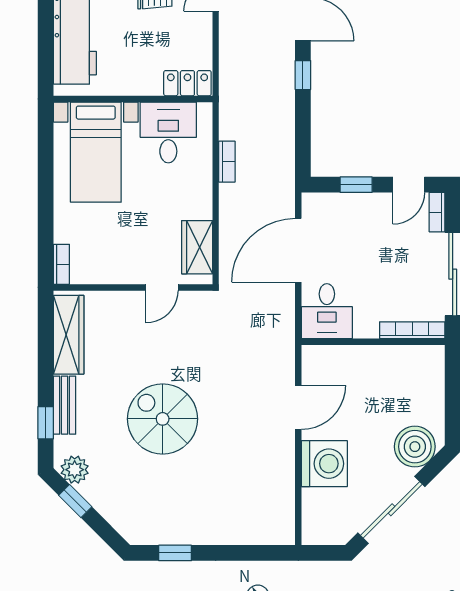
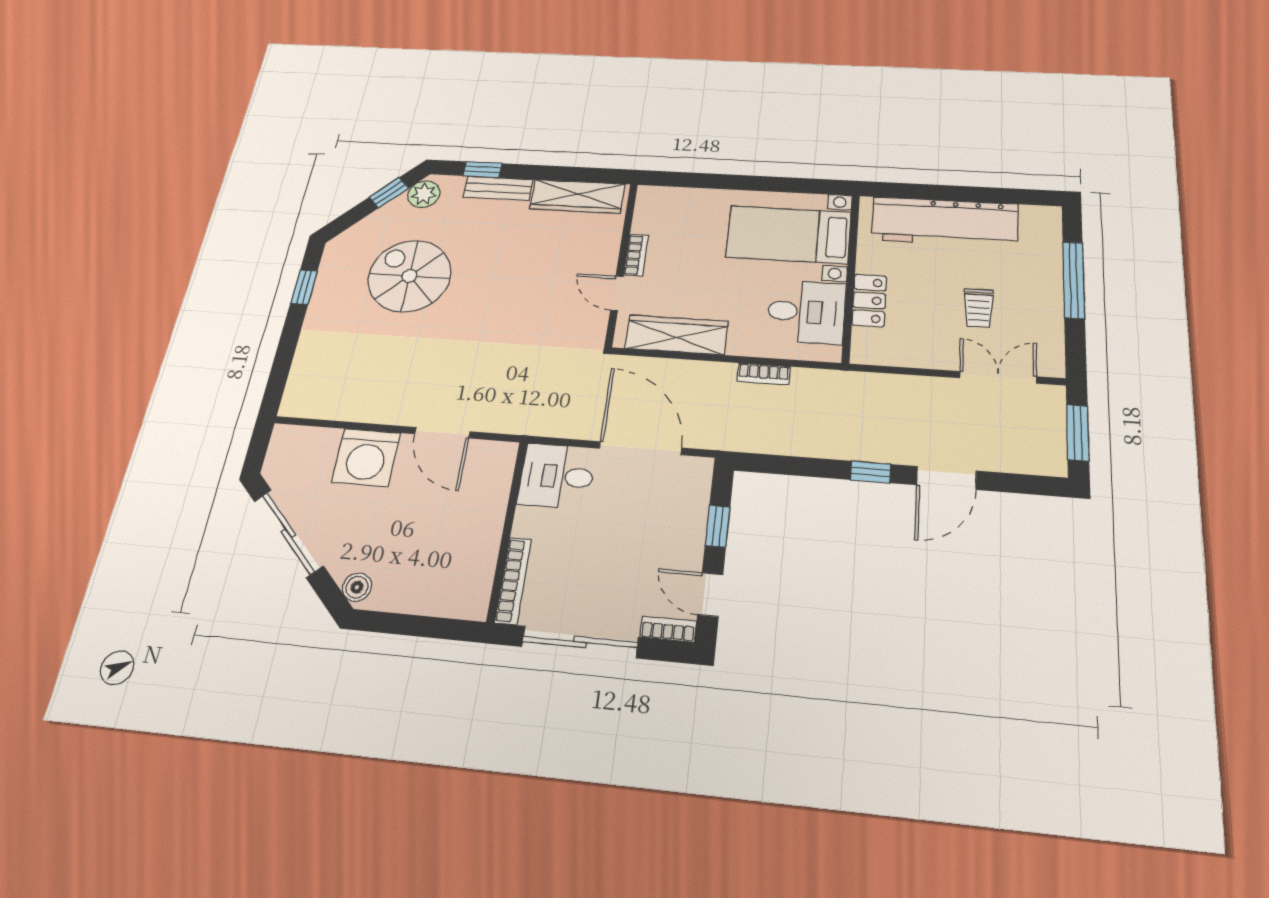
locker: (187, 83) -> (869, 300), moved
wardrobe: (197, 247) -> (677, 335), width x1.50
bookcase: (61, 264) -> (636, 255), moved, turned -90
spiral stairs: (163, 419) -> (409, 276), moved, turned -90
boiler: (415, 447) -> (357, 587), width x0.54, depth x0.54

